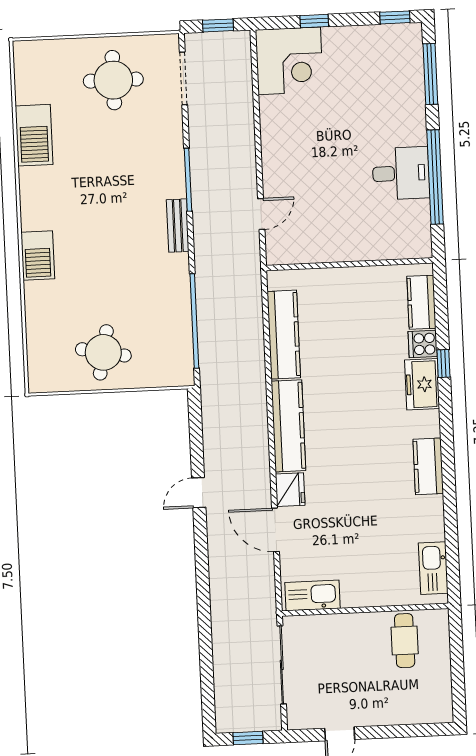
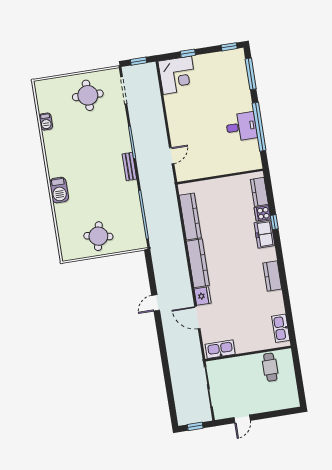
barbecue: (34, 135) -> (46, 121), width x0.53, depth x0.65

